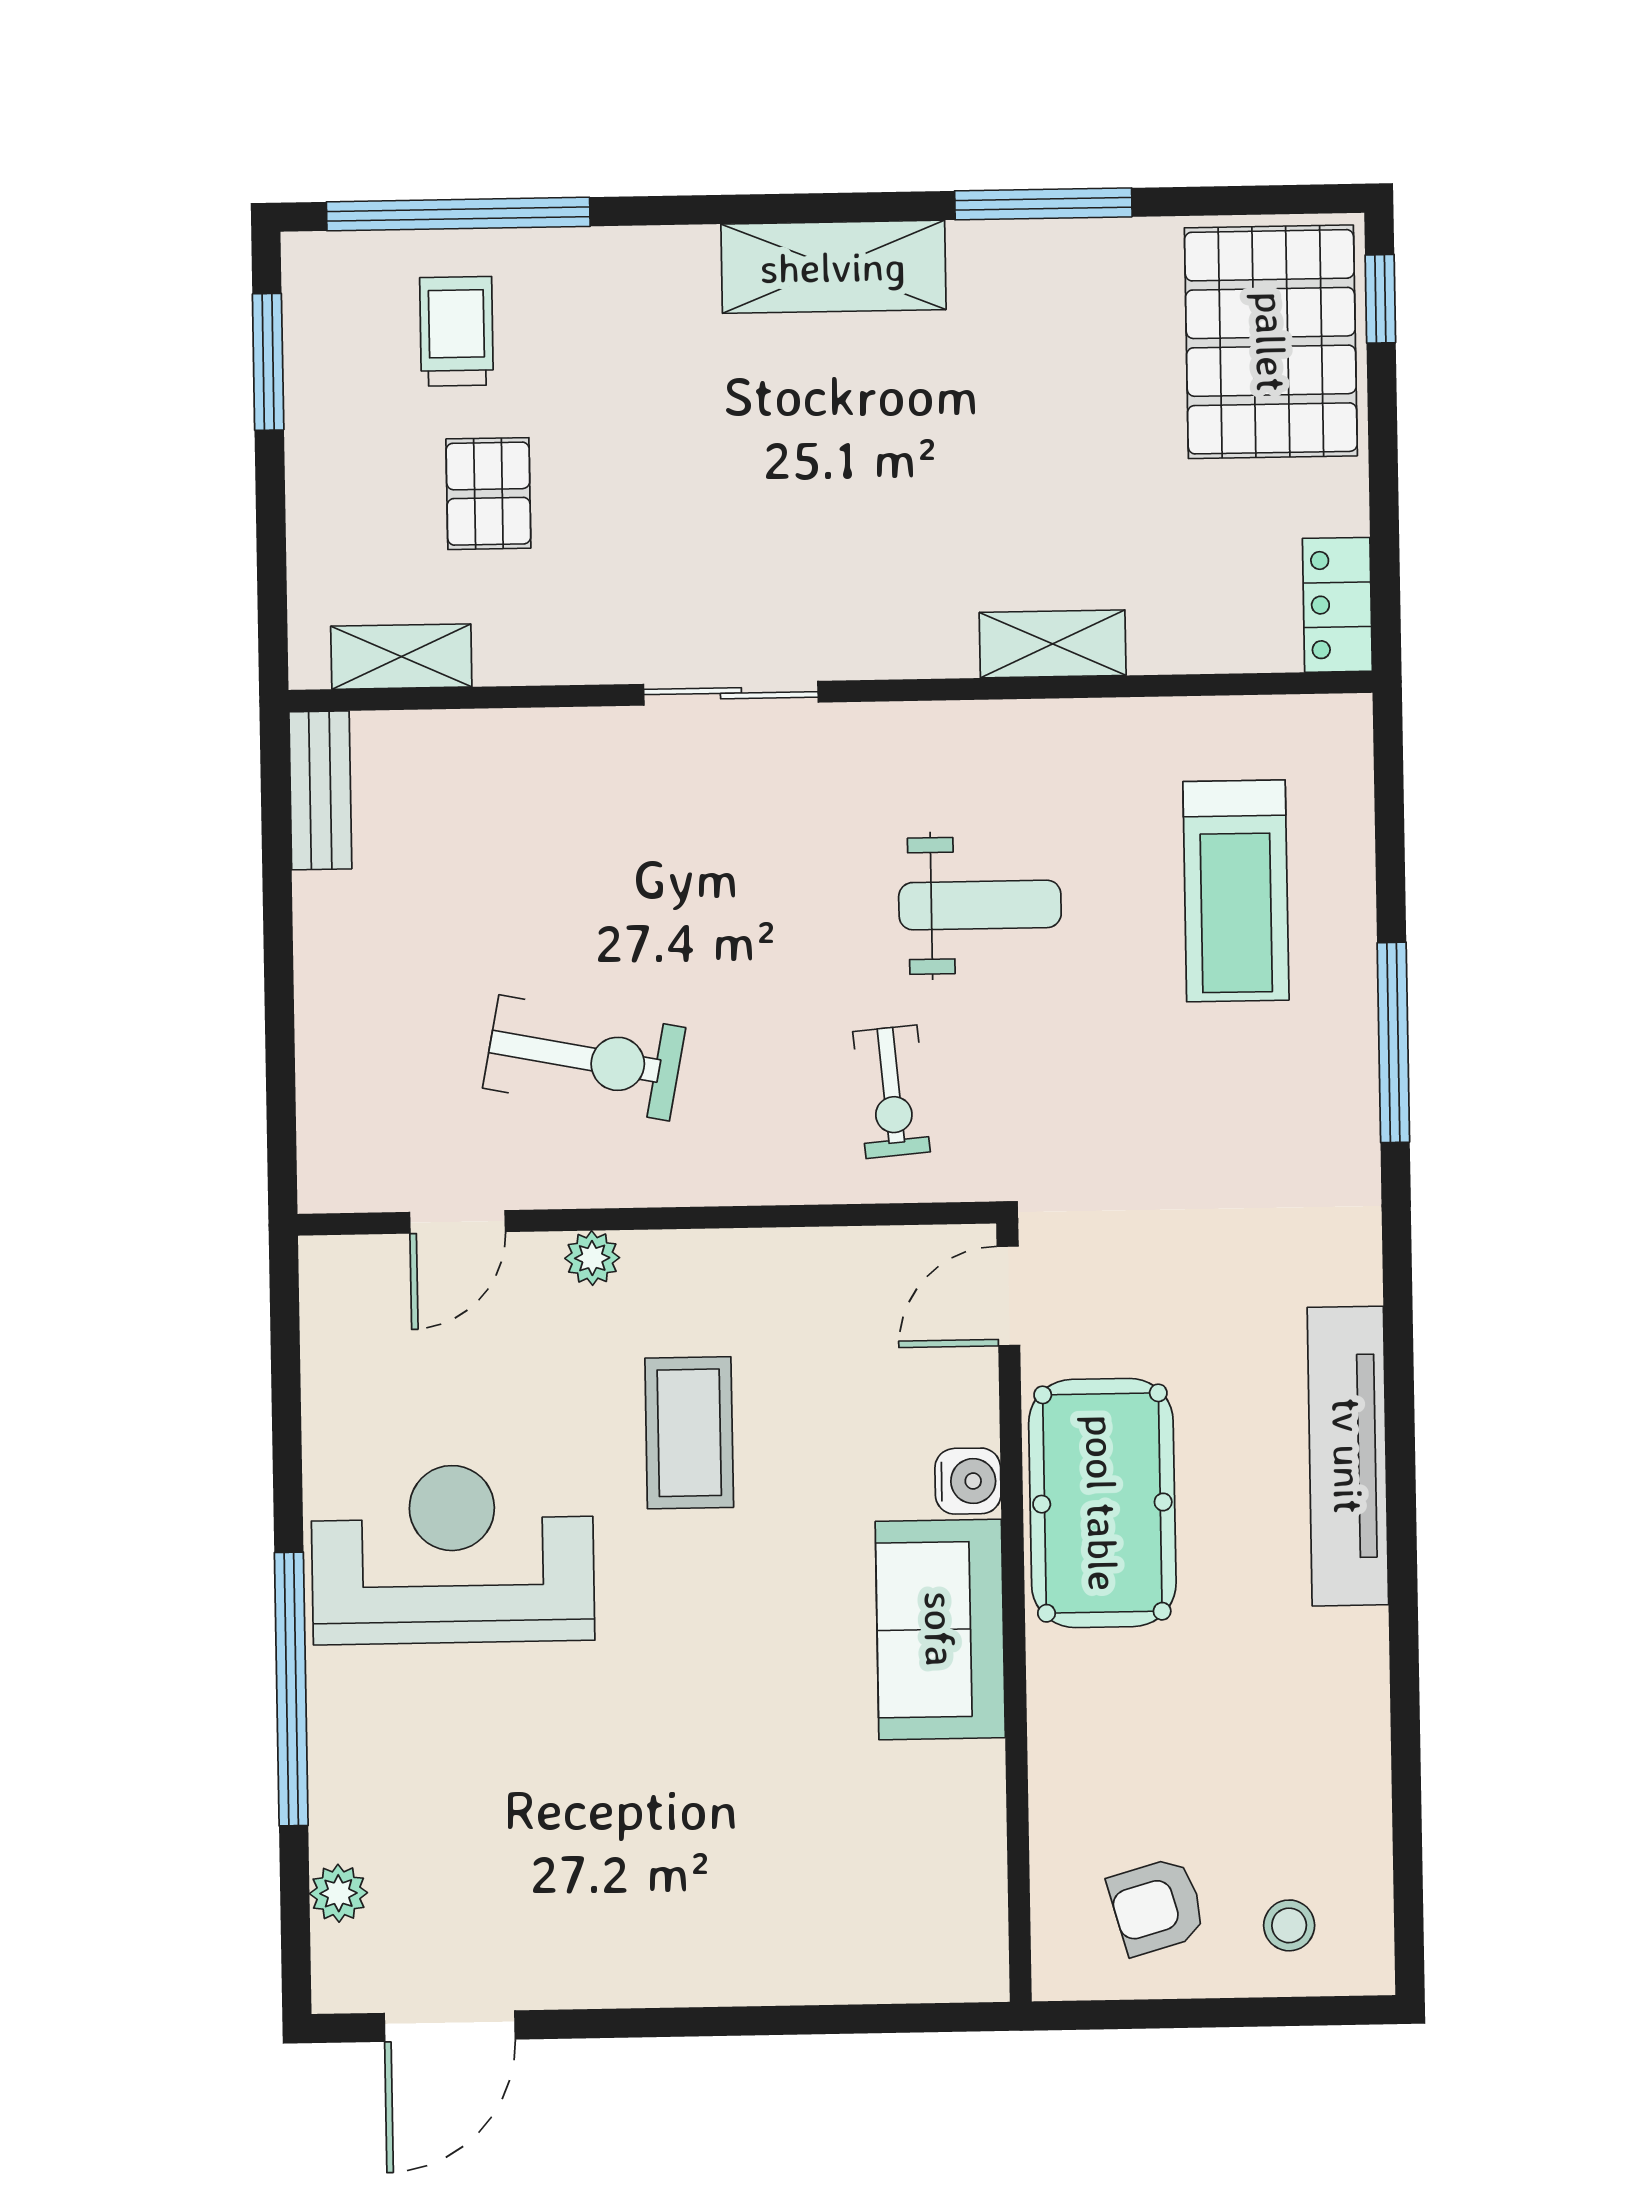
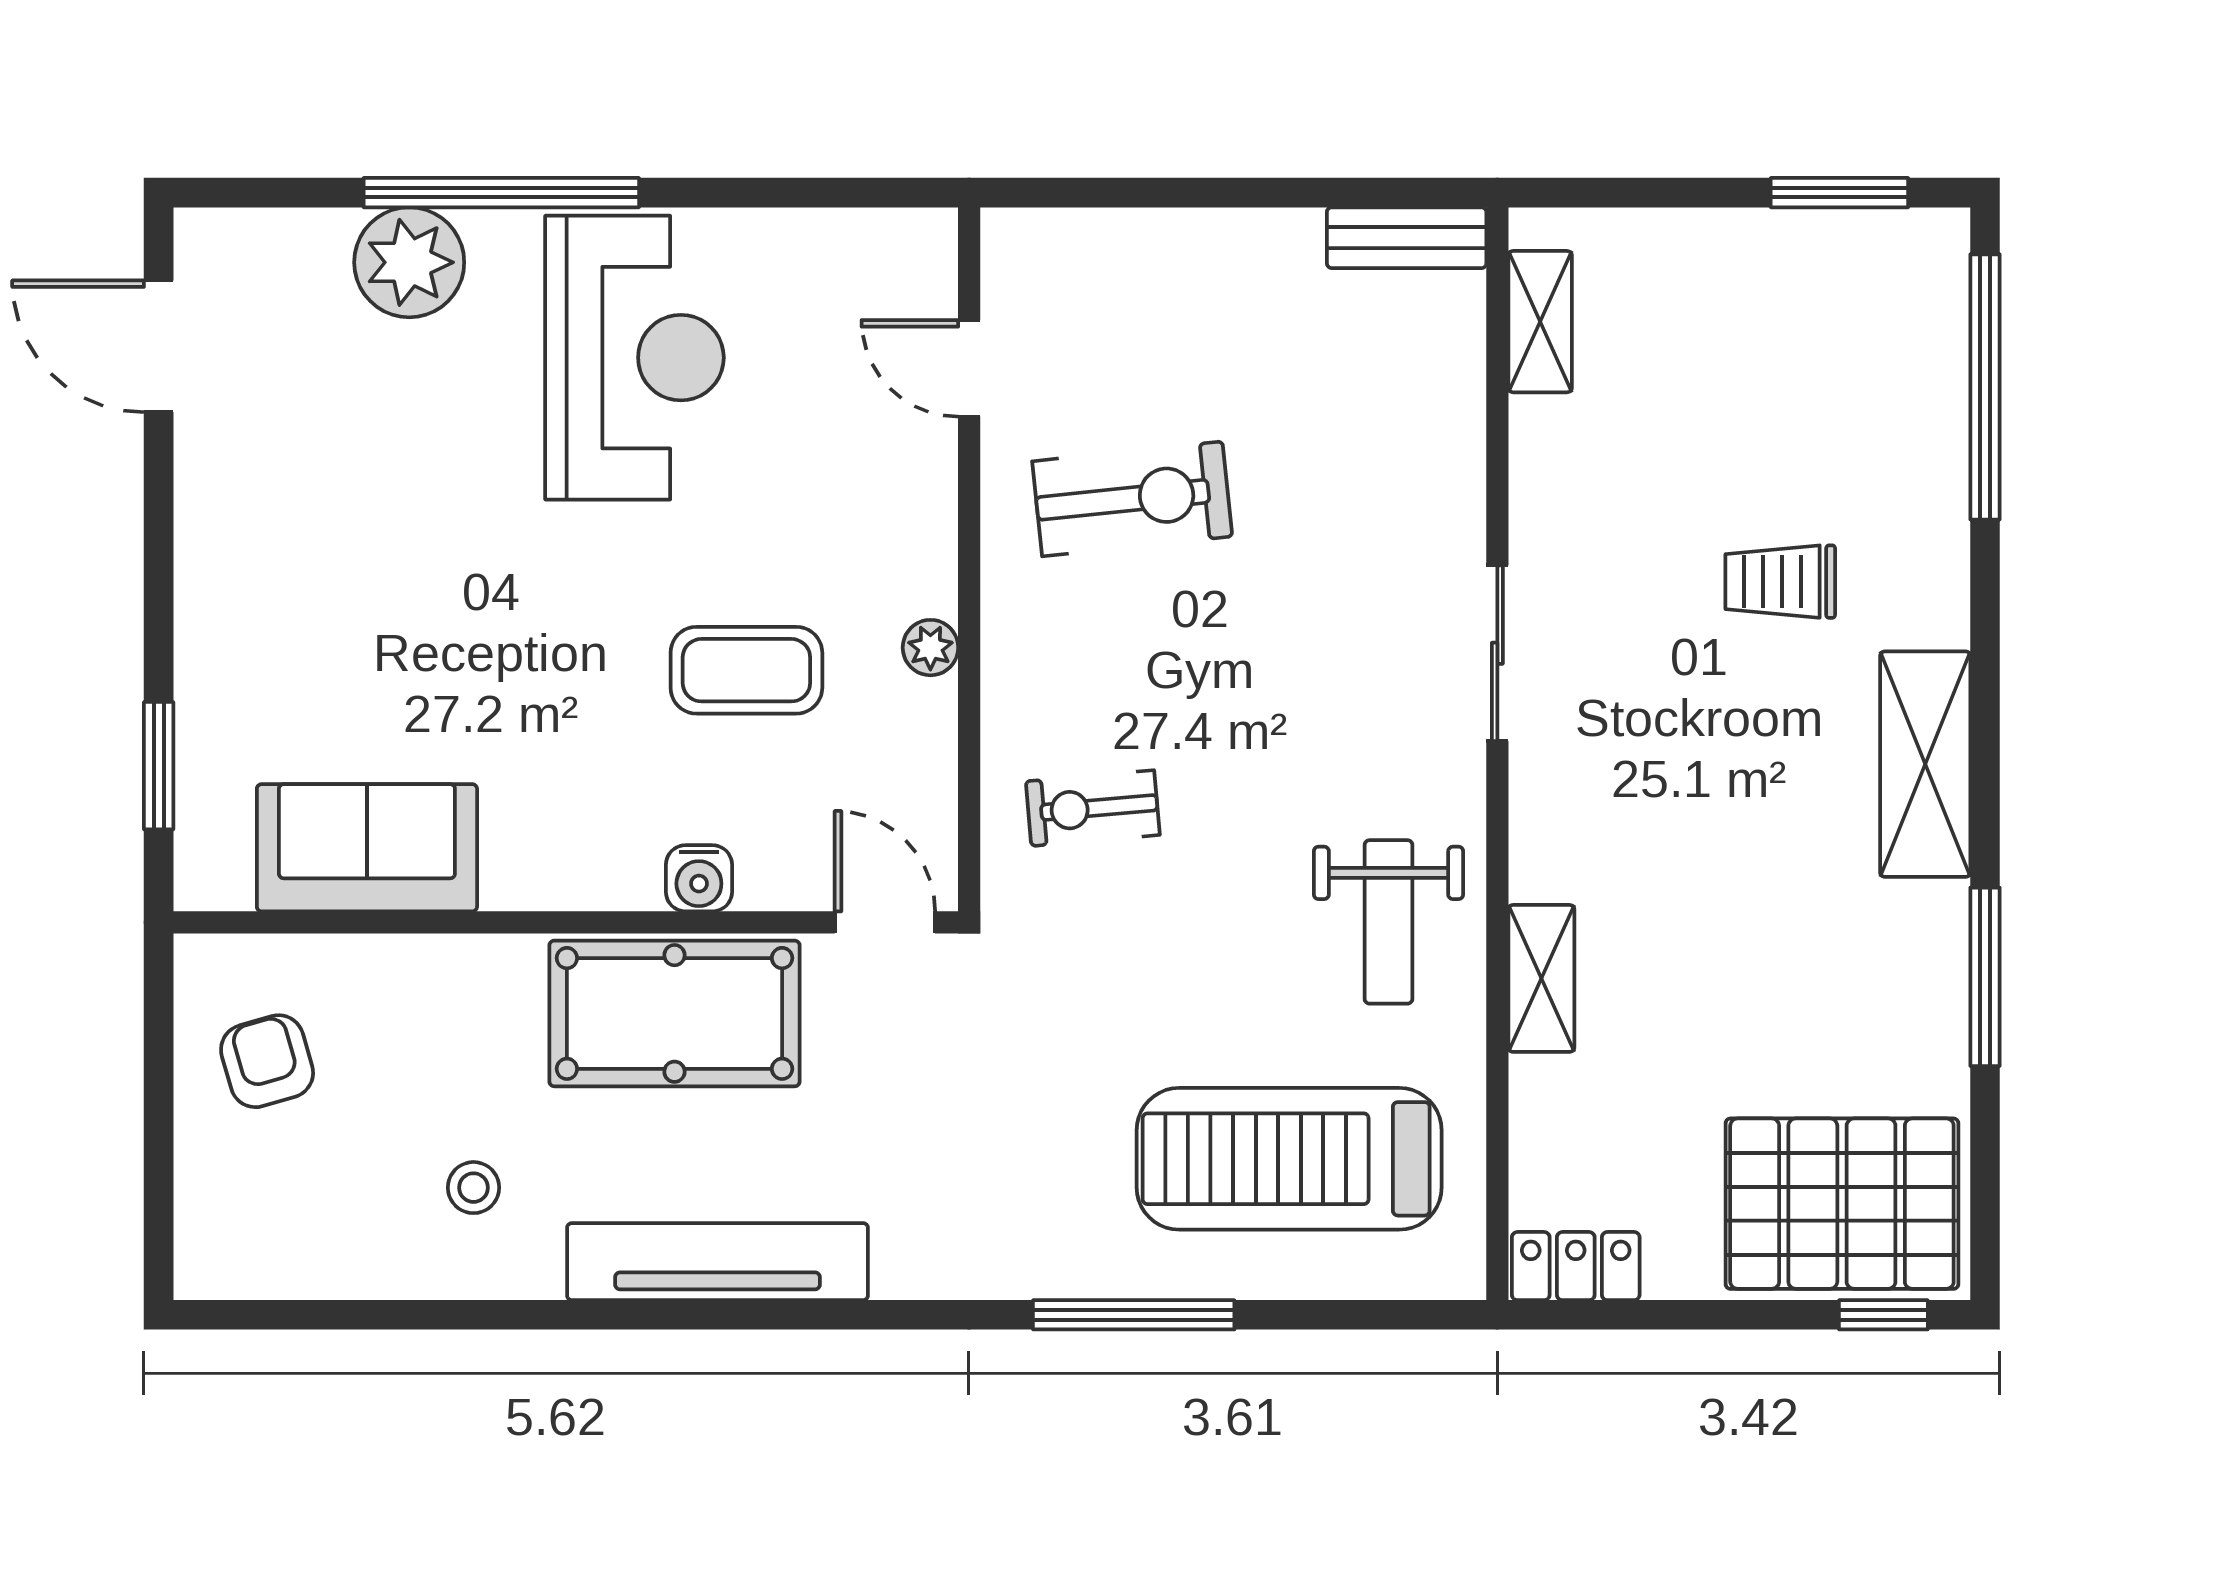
trolley: (456, 331) -> (1780, 582), moved, turned 180
pallet: (488, 494) -> (1703, 412), removed
treadmill: (1236, 891) -> (1289, 1159), width x1.37, depth x1.37
weight bench: (980, 905) -> (1389, 922), moved
exercise bike: (584, 1058) -> (1132, 499), turned -107
plant: (592, 1258) -> (930, 648), moved
coffee table: (689, 1433) -> (746, 670), moved
sofa: (940, 1629) -> (367, 848), moved
plant: (339, 1893) -> (409, 262), moved, width x1.87, depth x1.87
stool: (1289, 1925) -> (473, 1188), moved
window: (866, 2019) -> (159, 766), added

